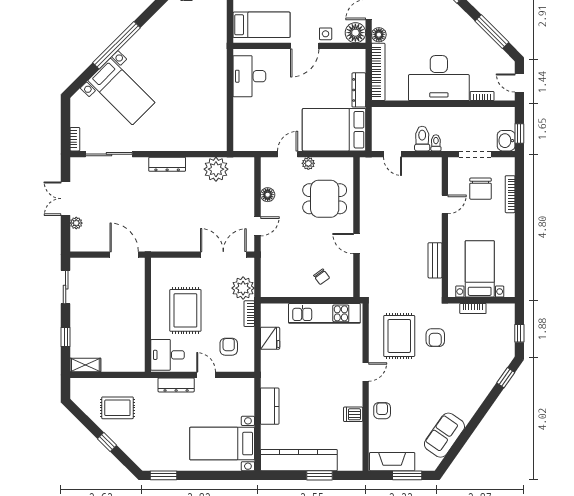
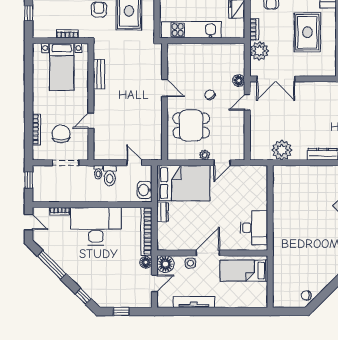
dresser: (359, 90) -> (163, 212), width x0.70
washbasin: (506, 141) -> (145, 190), moved, turned 180
floor lamp: (268, 195) -> (239, 80), moved
chair: (322, 277) -> (210, 95), moved

